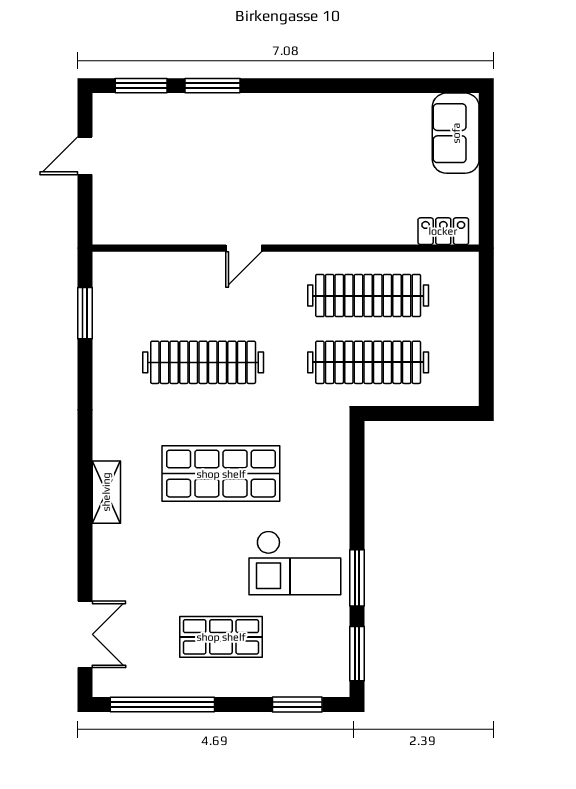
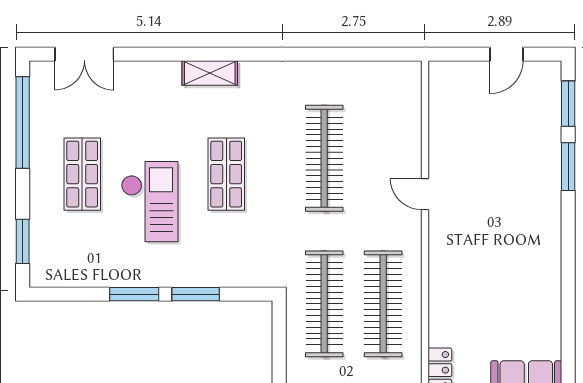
door: (85, 156) -> (506, 54), swing flipped
window: (85, 313) -> (368, 54), removed
shop shelf: (221, 474) -> (226, 174), width x0.70, depth x0.74
checkout: (295, 563) -> (150, 202), moved, turned 180
window: (357, 654) -> (196, 294), moved

